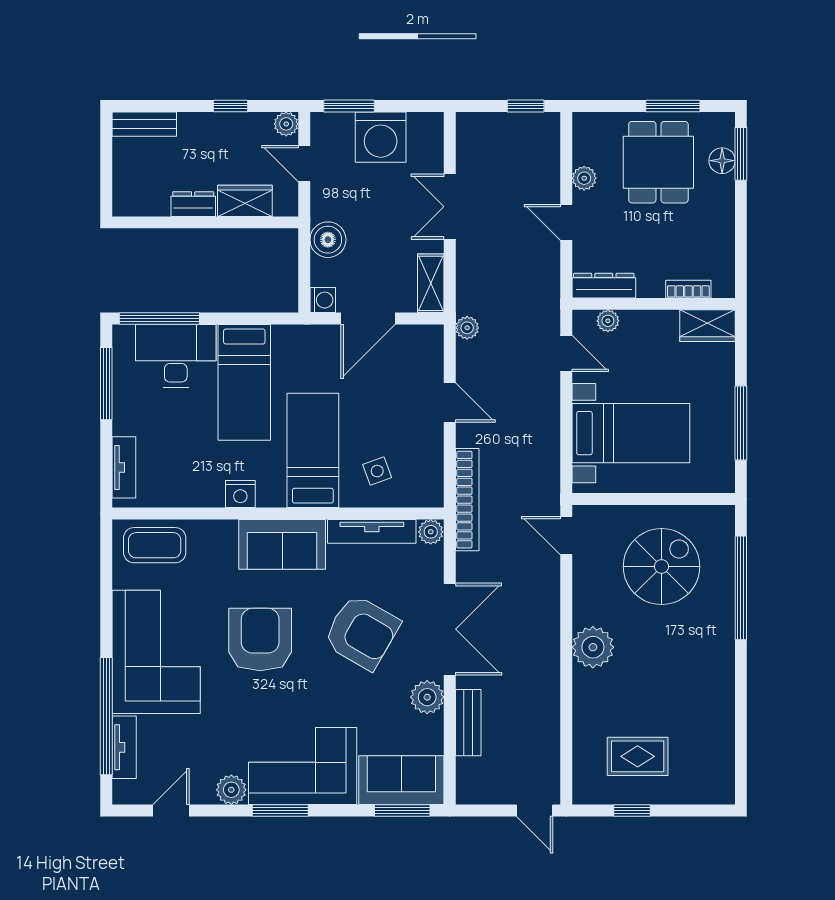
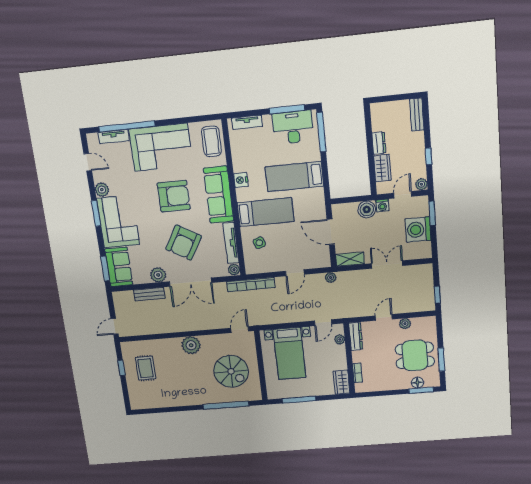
washing machine: (323, 300) -> (382, 205), moved
desk: (176, 356) -> (293, 127), moved, turned -90
sofa: (282, 544) -> (219, 195), width x1.36

